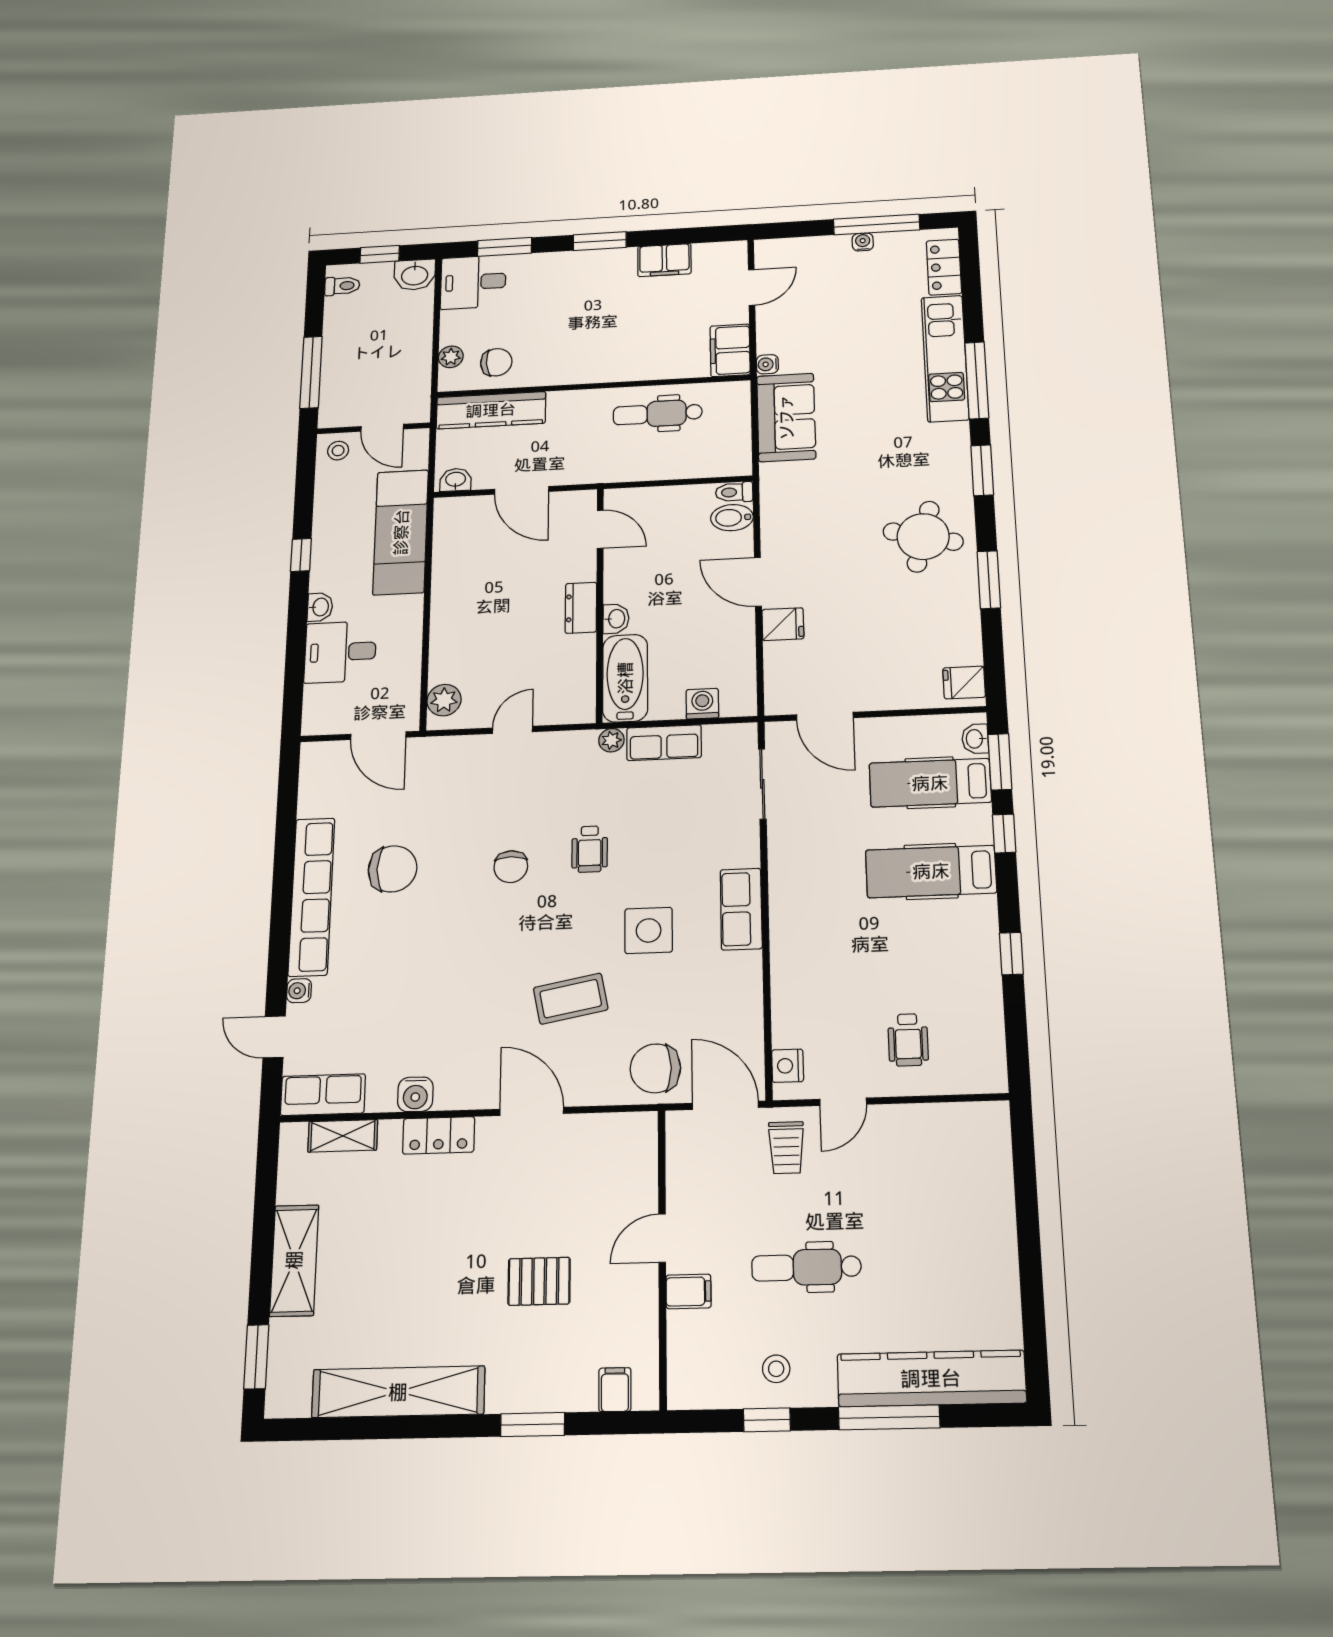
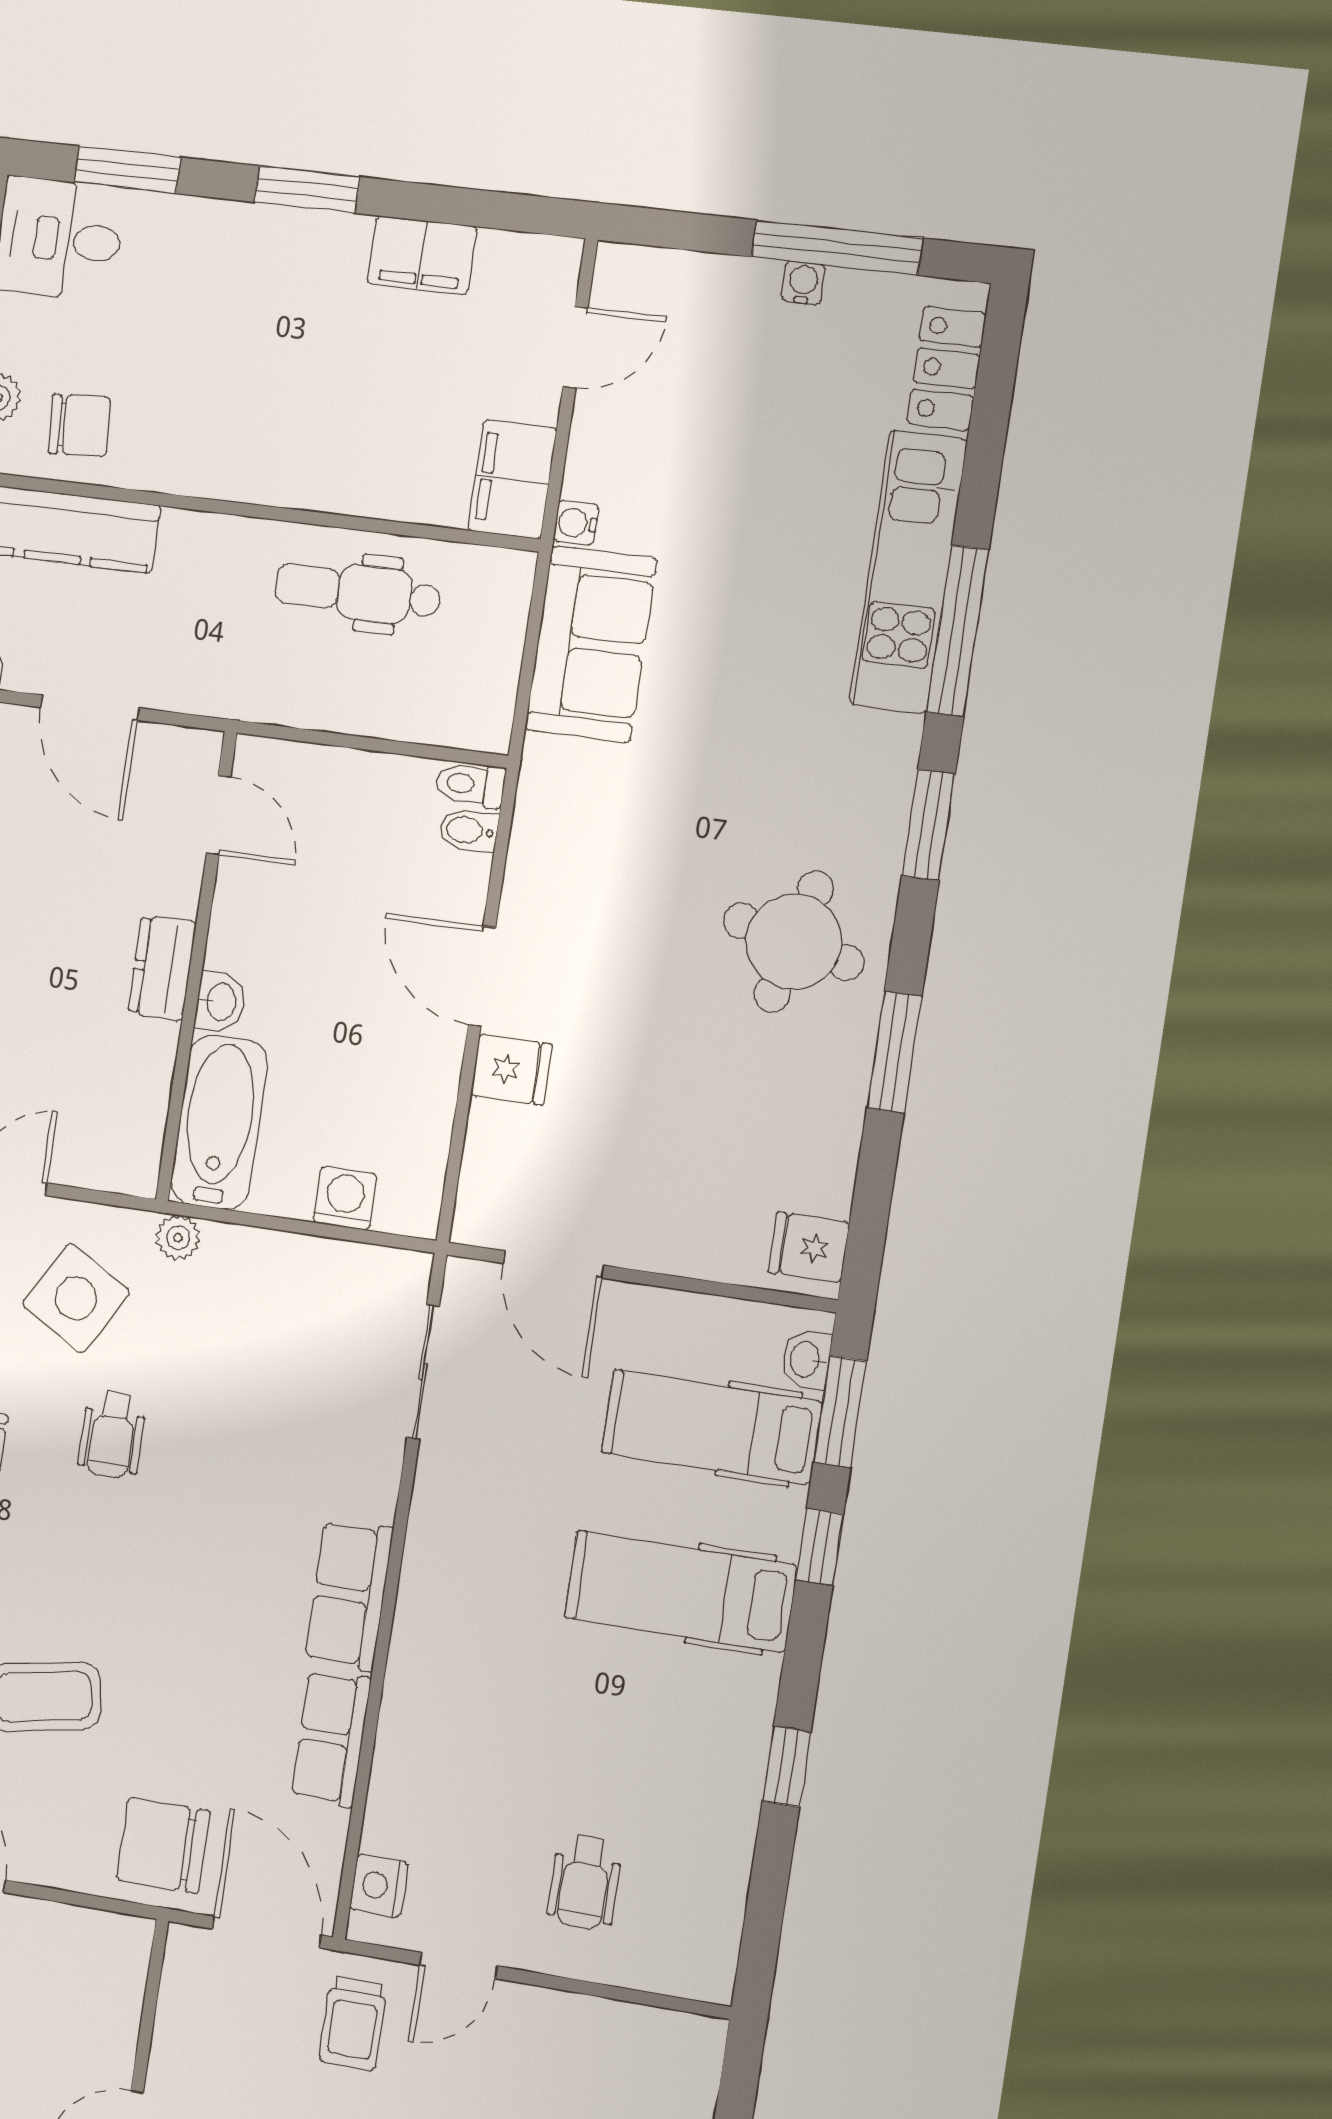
bidet: (732, 518) -> (469, 830), width x0.72, depth x0.74
row of seats: (664, 743) -> (331, 1738), moved, turned 90
side table: (649, 930) -> (76, 1298), moved, turned 30

